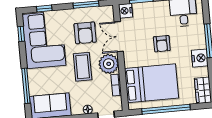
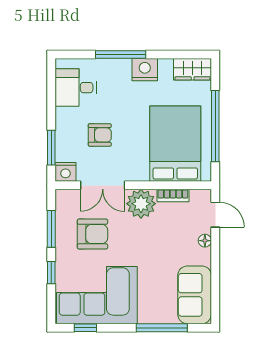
window: (44, 9) -> (51, 273), moved
armchair: (162, 44) -> (100, 135), moved
coffee table: (83, 67) -> (142, 242), removed

